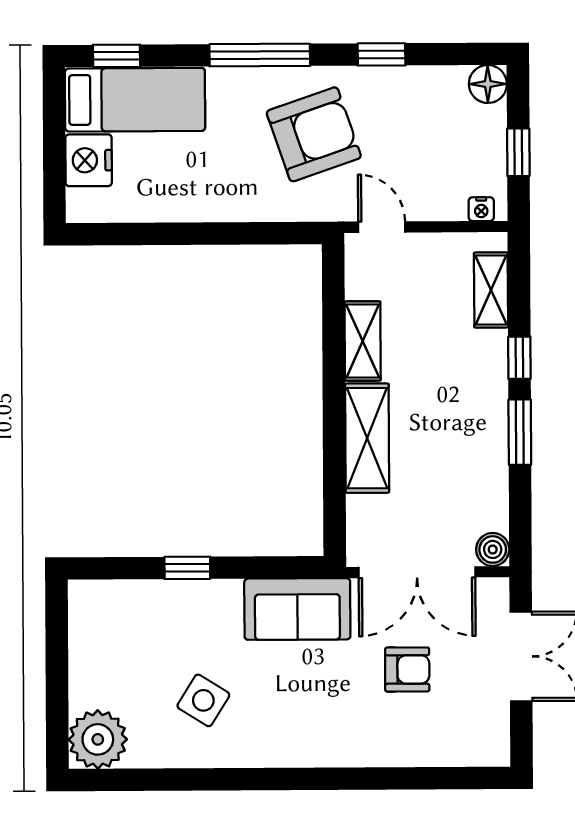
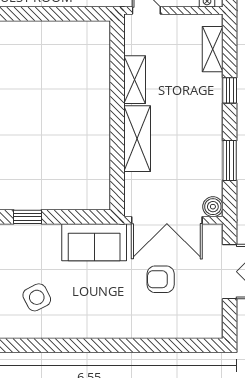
window: (520, 432) -> (230, 160), moved
armchair: (407, 670) -> (161, 279), turned 180
side table: (203, 700) -> (37, 297), turned 31

